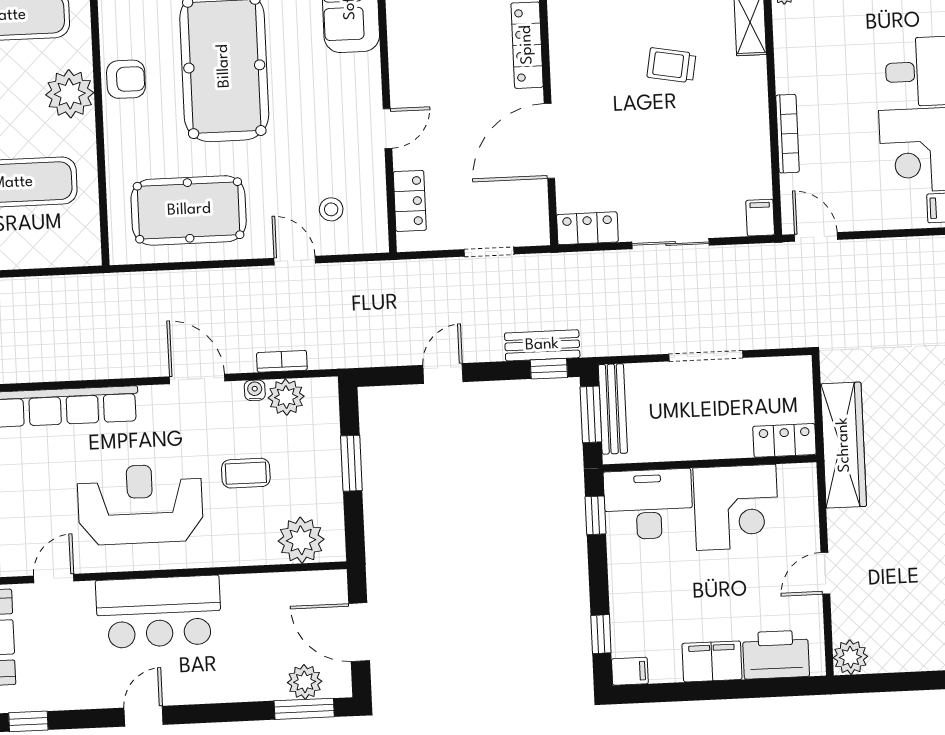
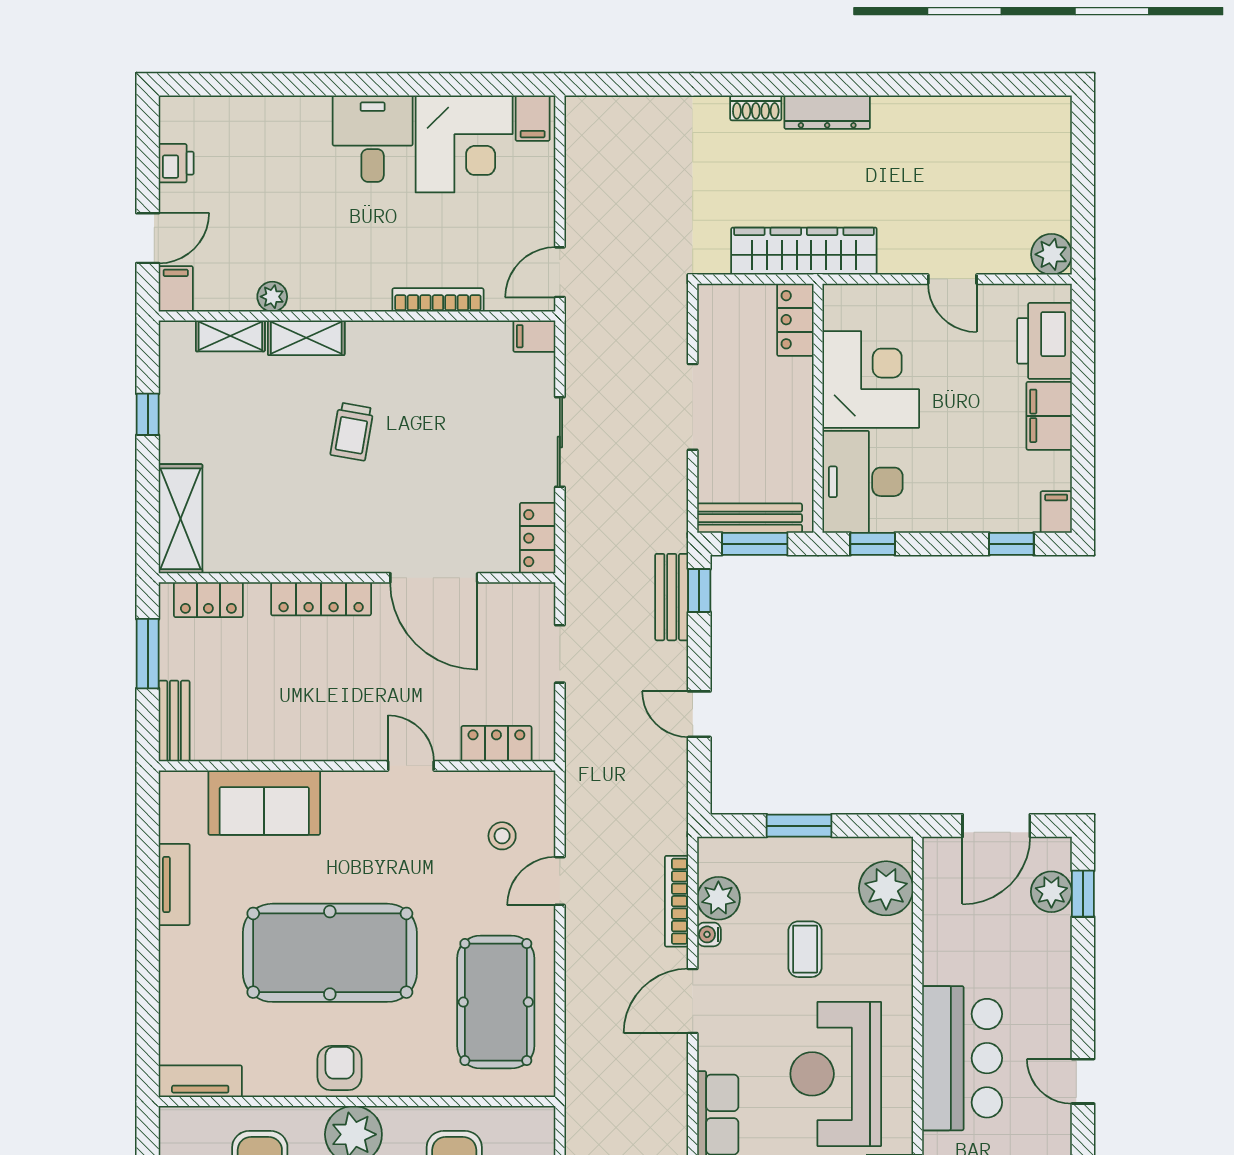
bookcase: (282, 361) -> (677, 901), width x1.56
window: (304, 709) -> (1083, 894), width x0.67

